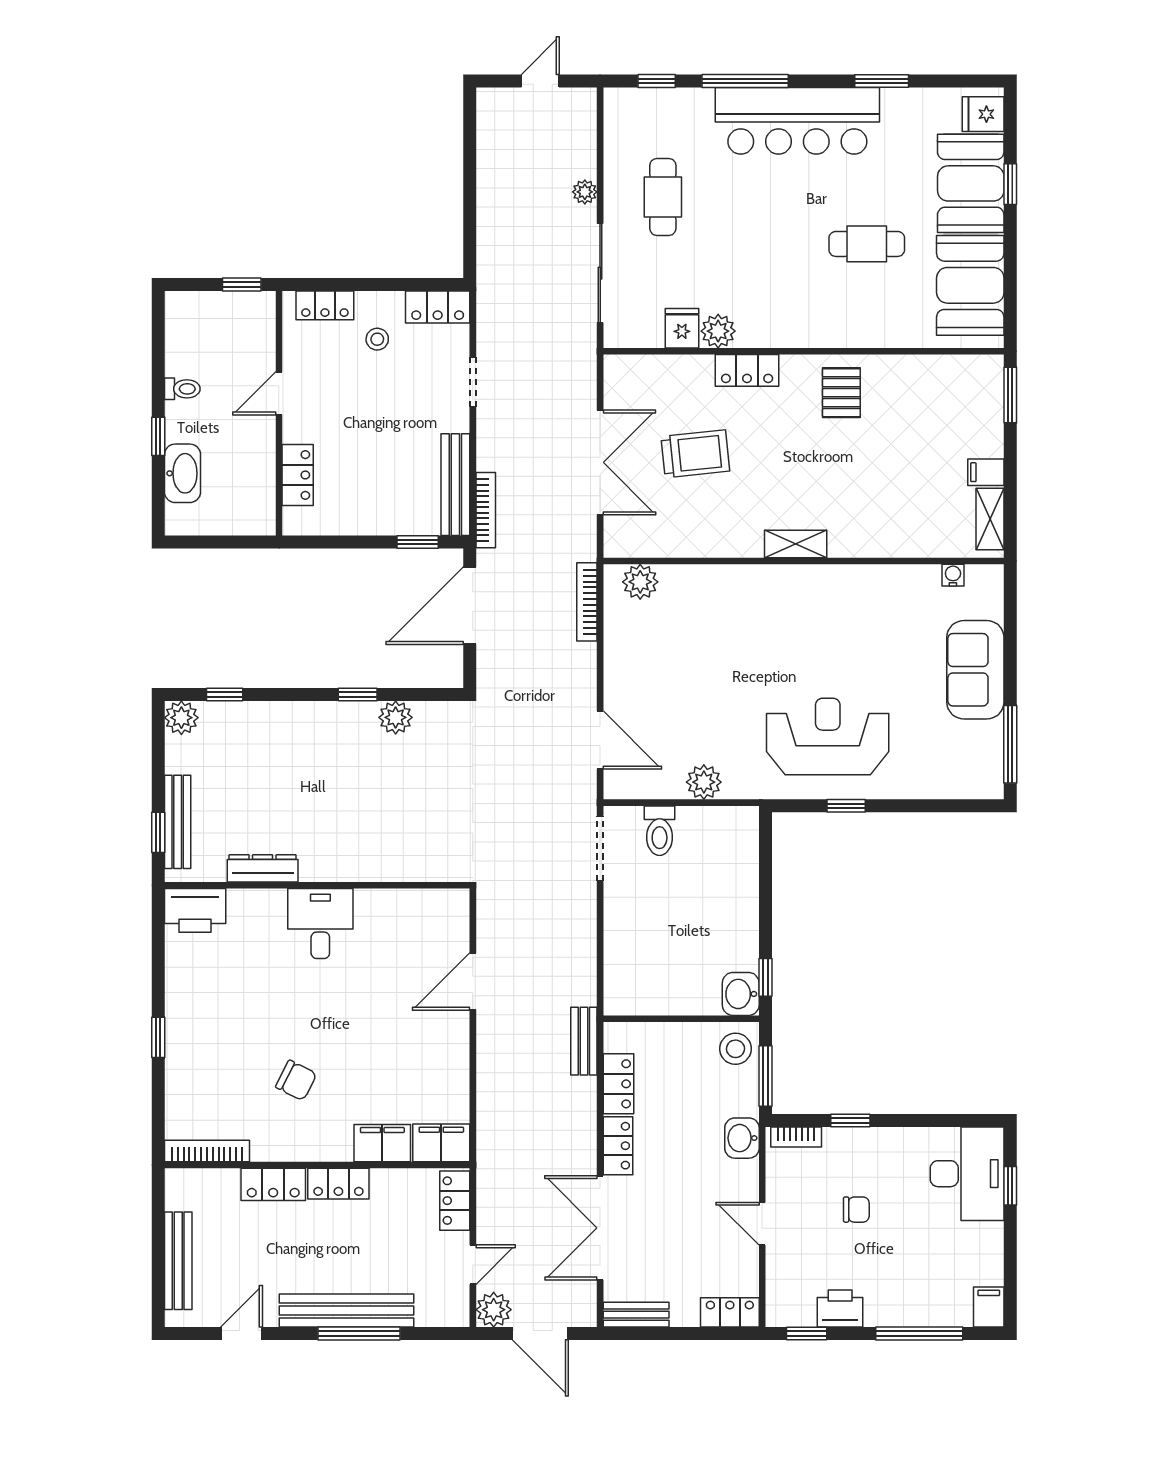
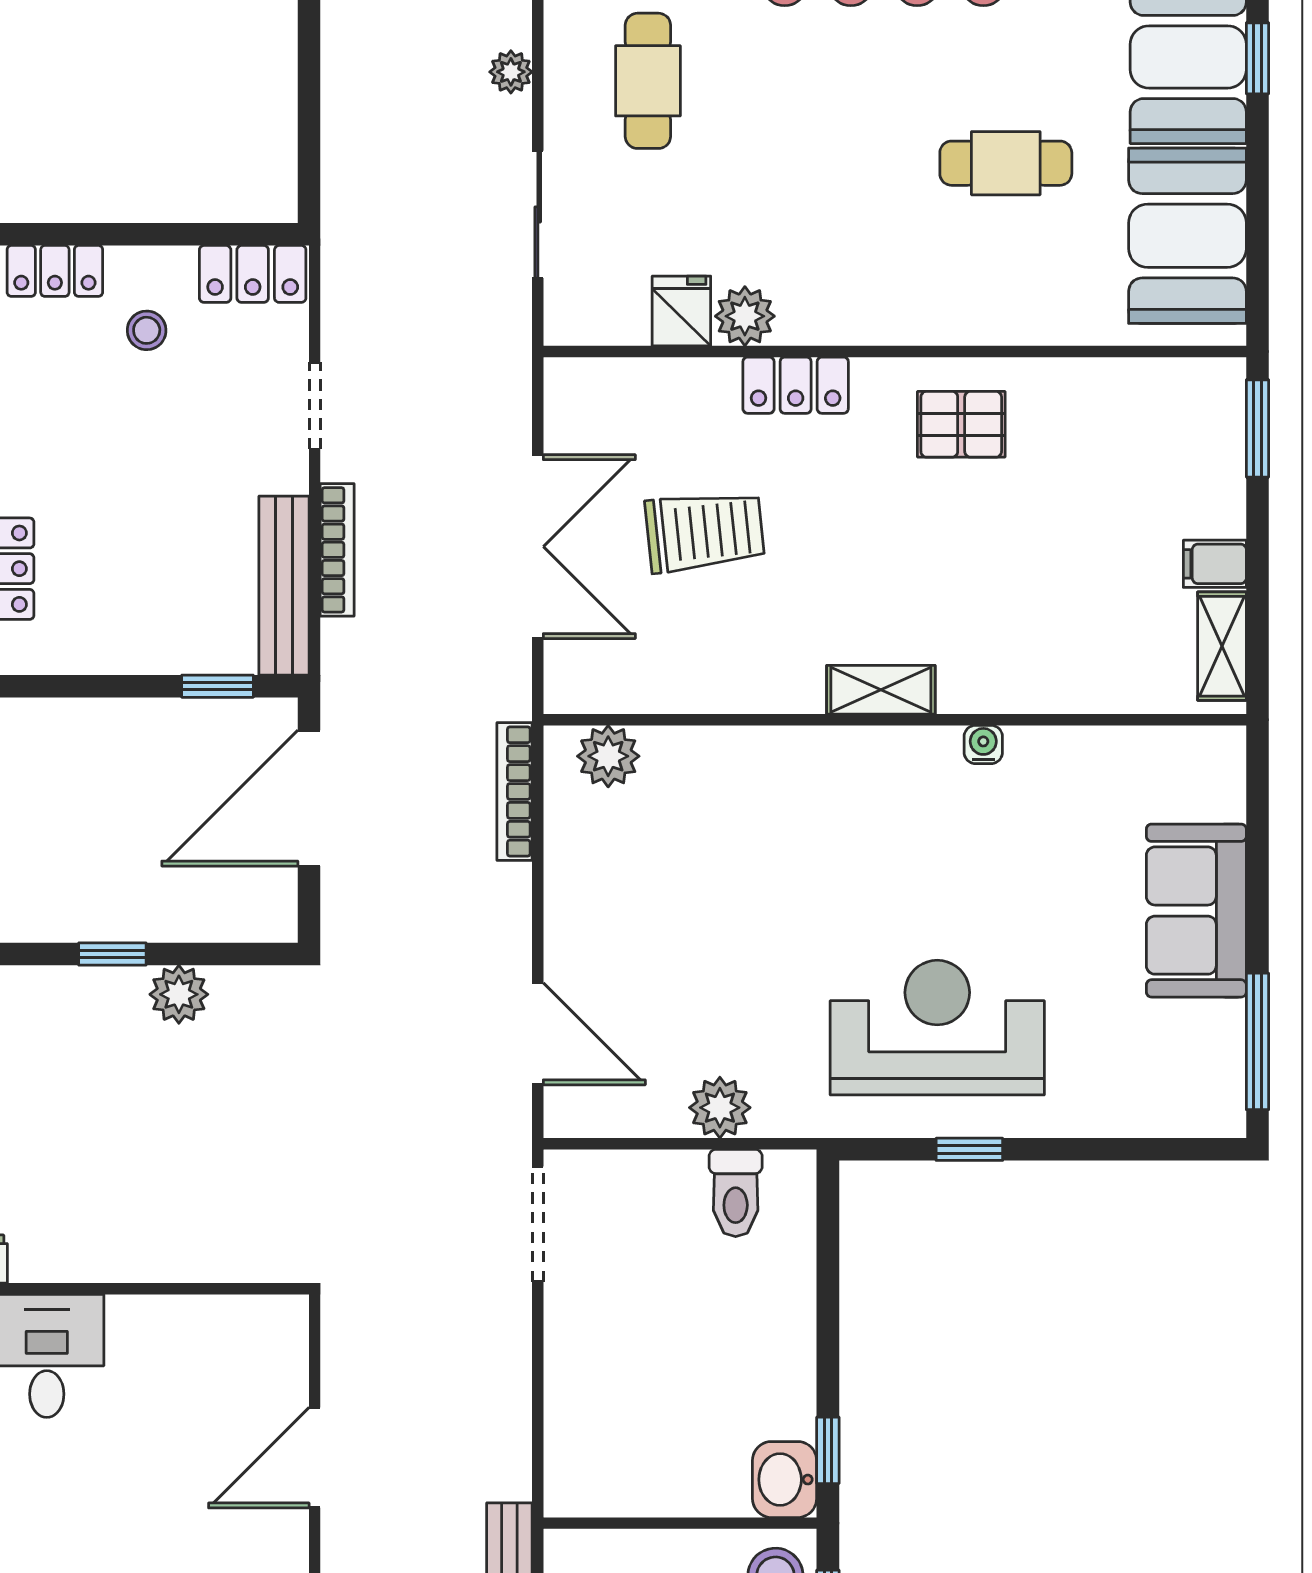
sliding door: (600, 273) -> (538, 214), width x0.73
pallet: (841, 393) -> (961, 424), turned 90
bookcase: (486, 510) -> (337, 550), moved
water cooler: (953, 575) -> (983, 744), moved
toilet: (660, 831) -> (736, 1193), moved

